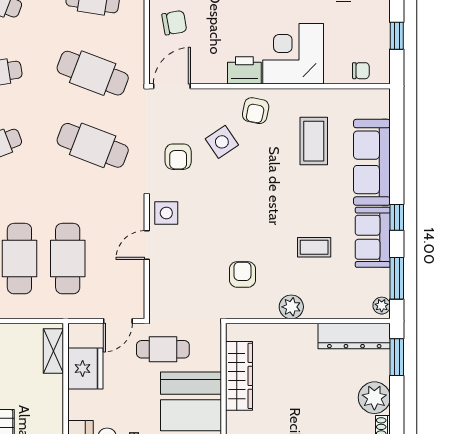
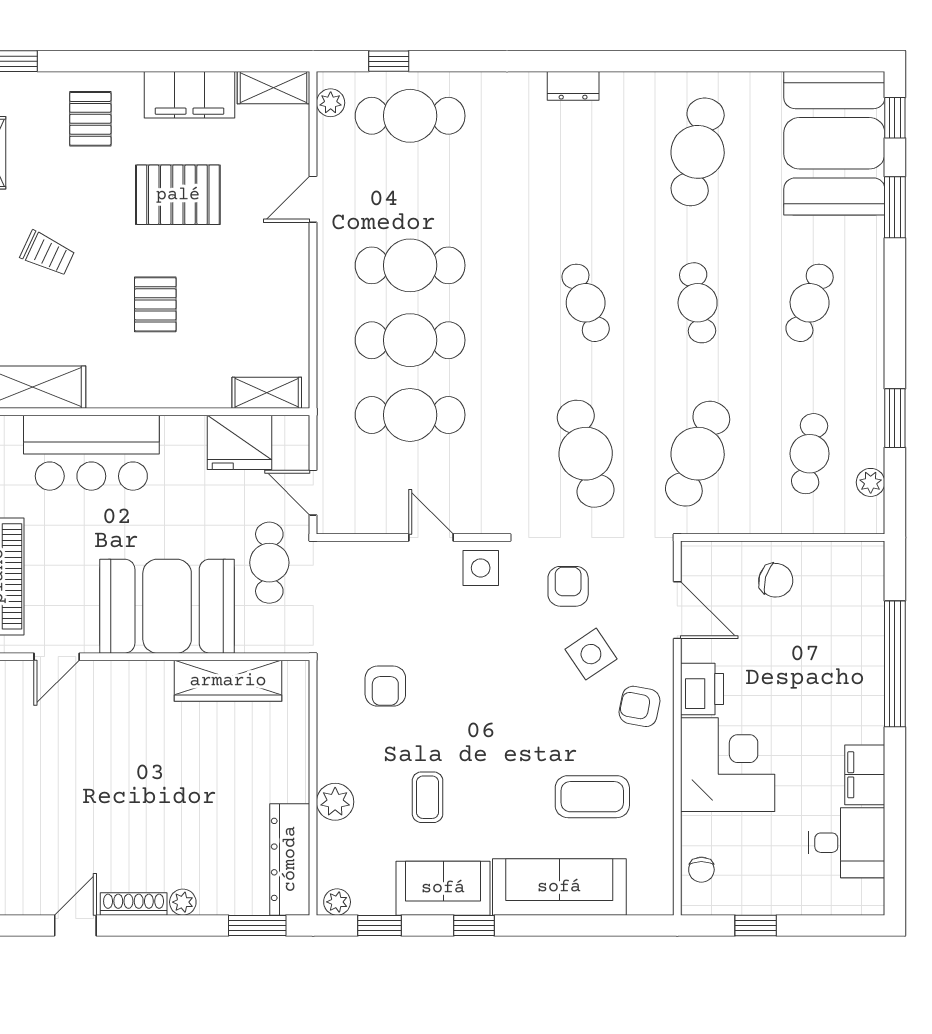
chair: (174, 23) -> (776, 580), turned -64
door: (172, 86) -> (677, 610), moved
cafe table: (93, 145) -> (586, 454), turned -36
armchair: (178, 157) -> (568, 586), turned 90
armchair: (242, 274) -> (385, 686), turned 90
window: (397, 278) -> (380, 925), width x0.67
plant: (291, 307) -> (335, 802), moved
plant: (374, 398) -> (183, 902), width x0.53, depth x0.53

